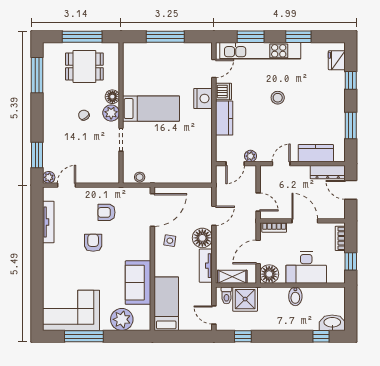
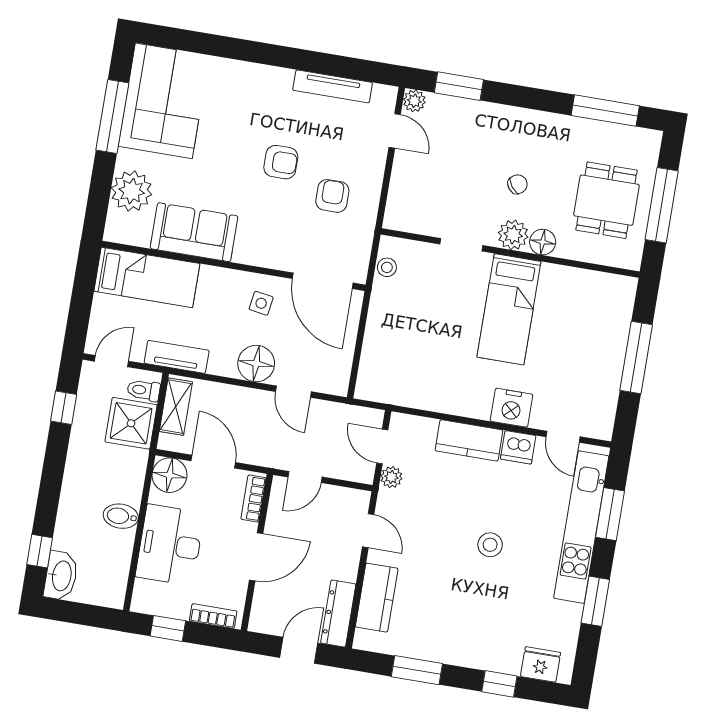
tv unit: (206, 266) -> (177, 357), moved

